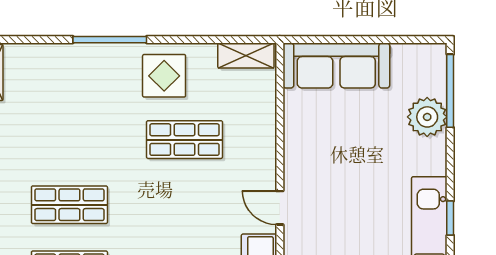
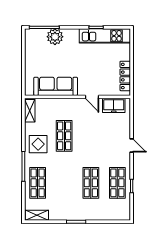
sofa: (336, 66) -> (56, 86), moved, turned -90
shop shelf: (69, 74) -> (38, 183), added
door: (280, 208) -> (92, 97), hinge flipped

